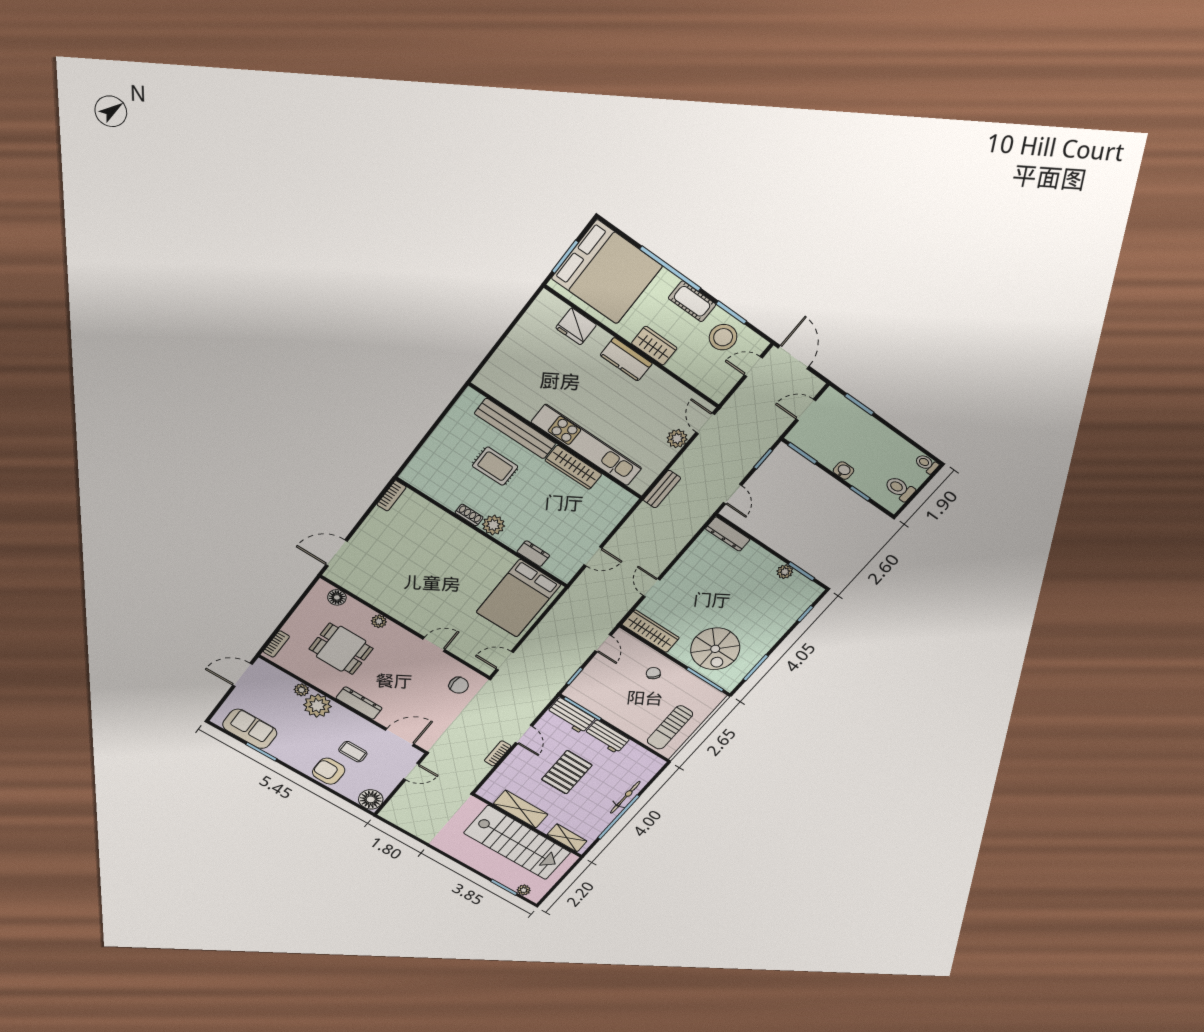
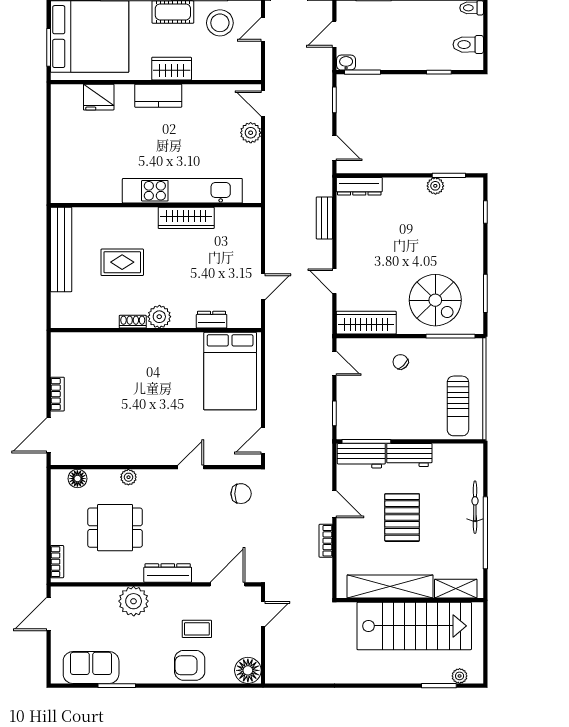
bench: (515, 429) -> (61, 249), moved, turned 90
washbasin: (843, 471) -> (346, 63), moved
bench: (662, 489) -> (324, 218), moved
bookcase: (391, 496) -> (57, 394), moved
plant: (302, 690) -> (109, 594), removed
shelving: (521, 809) -> (390, 587), width x1.47

